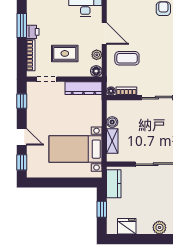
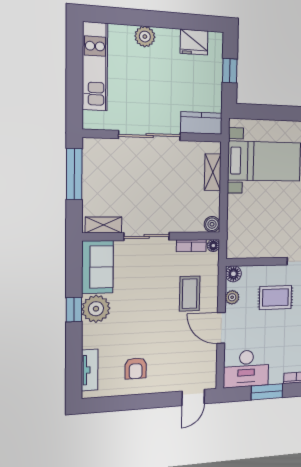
coffee table: (127, 58) -> (190, 294), turned 90
dresser: (83, 88) -> (251, 249), removed
boiler: (112, 122) -> (212, 224), moved
kitchen counter: (114, 184) -> (201, 123), moved, turned 90

